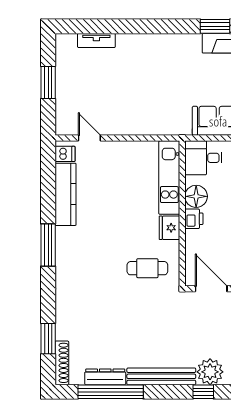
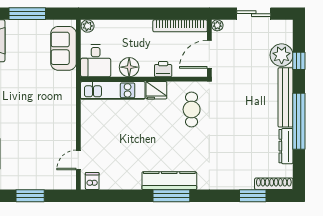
kitchen counter: (65, 194) -> (169, 181), moved
printer: (194, 219) -> (163, 69), moved
window: (111, 392) -> (299, 121), moved

